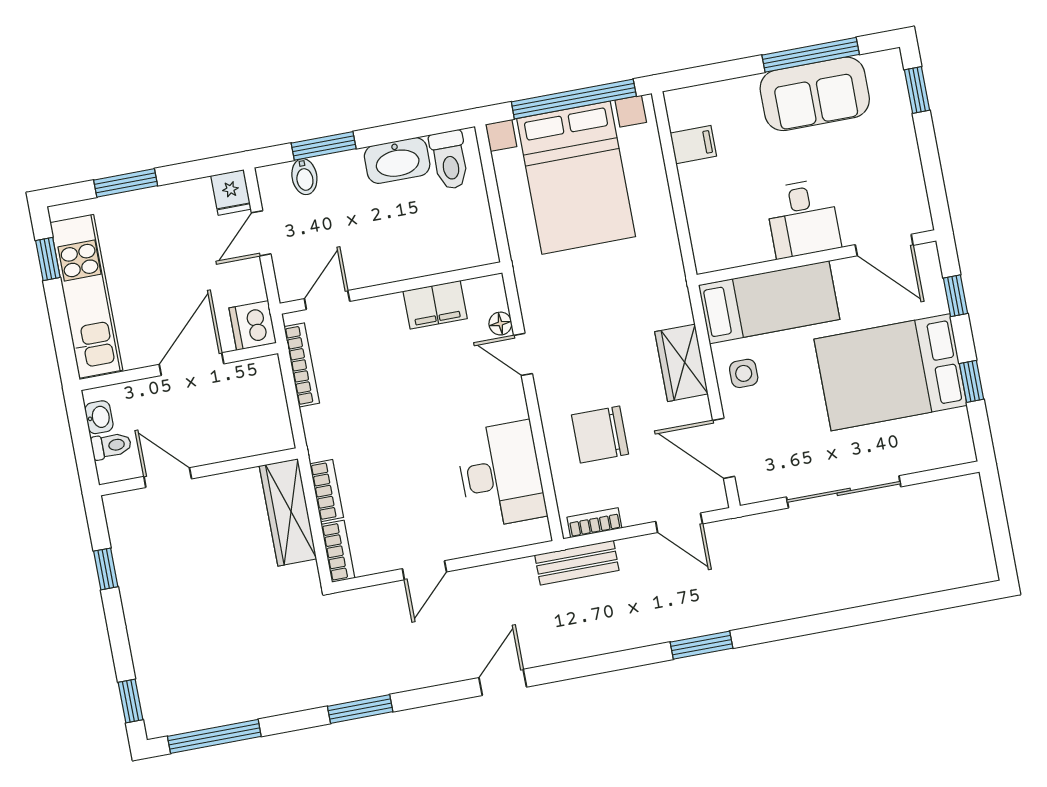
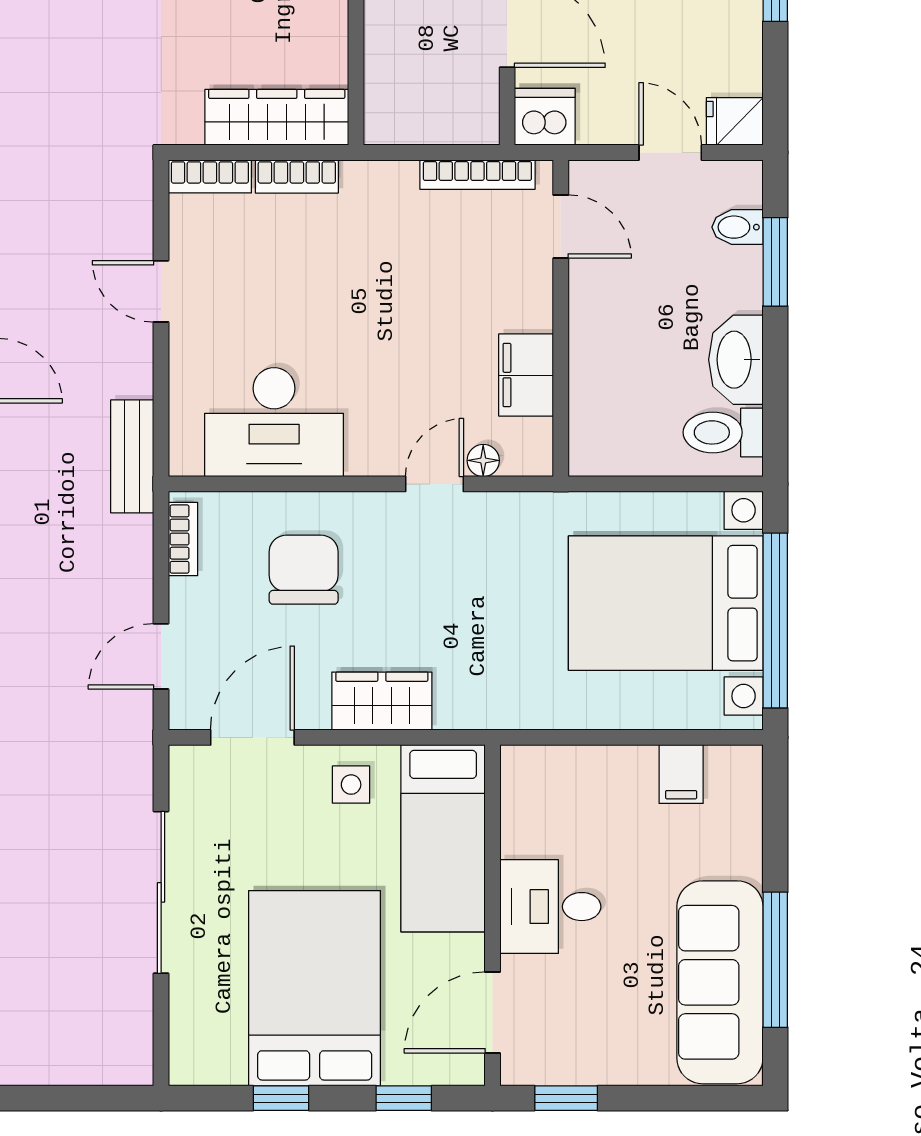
window: (917, 90) -> (566, 1098), moved
sofa: (815, 94) -> (720, 982), width x1.36
bench: (577, 563) -> (132, 456), moved

